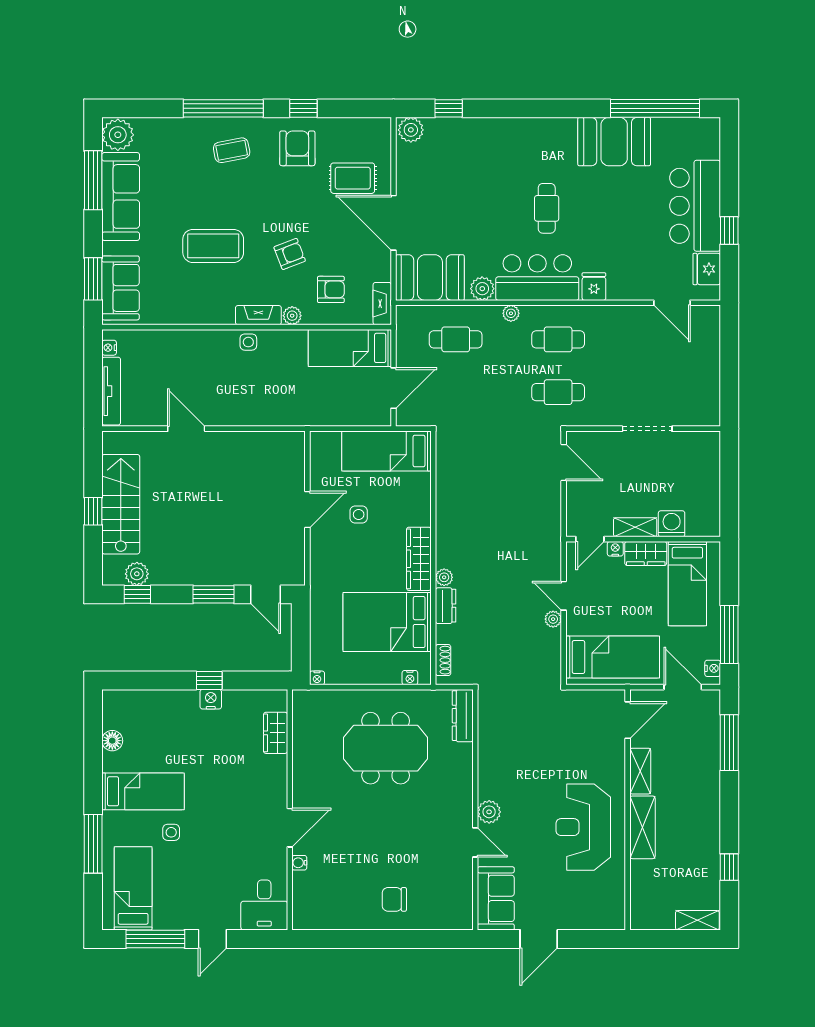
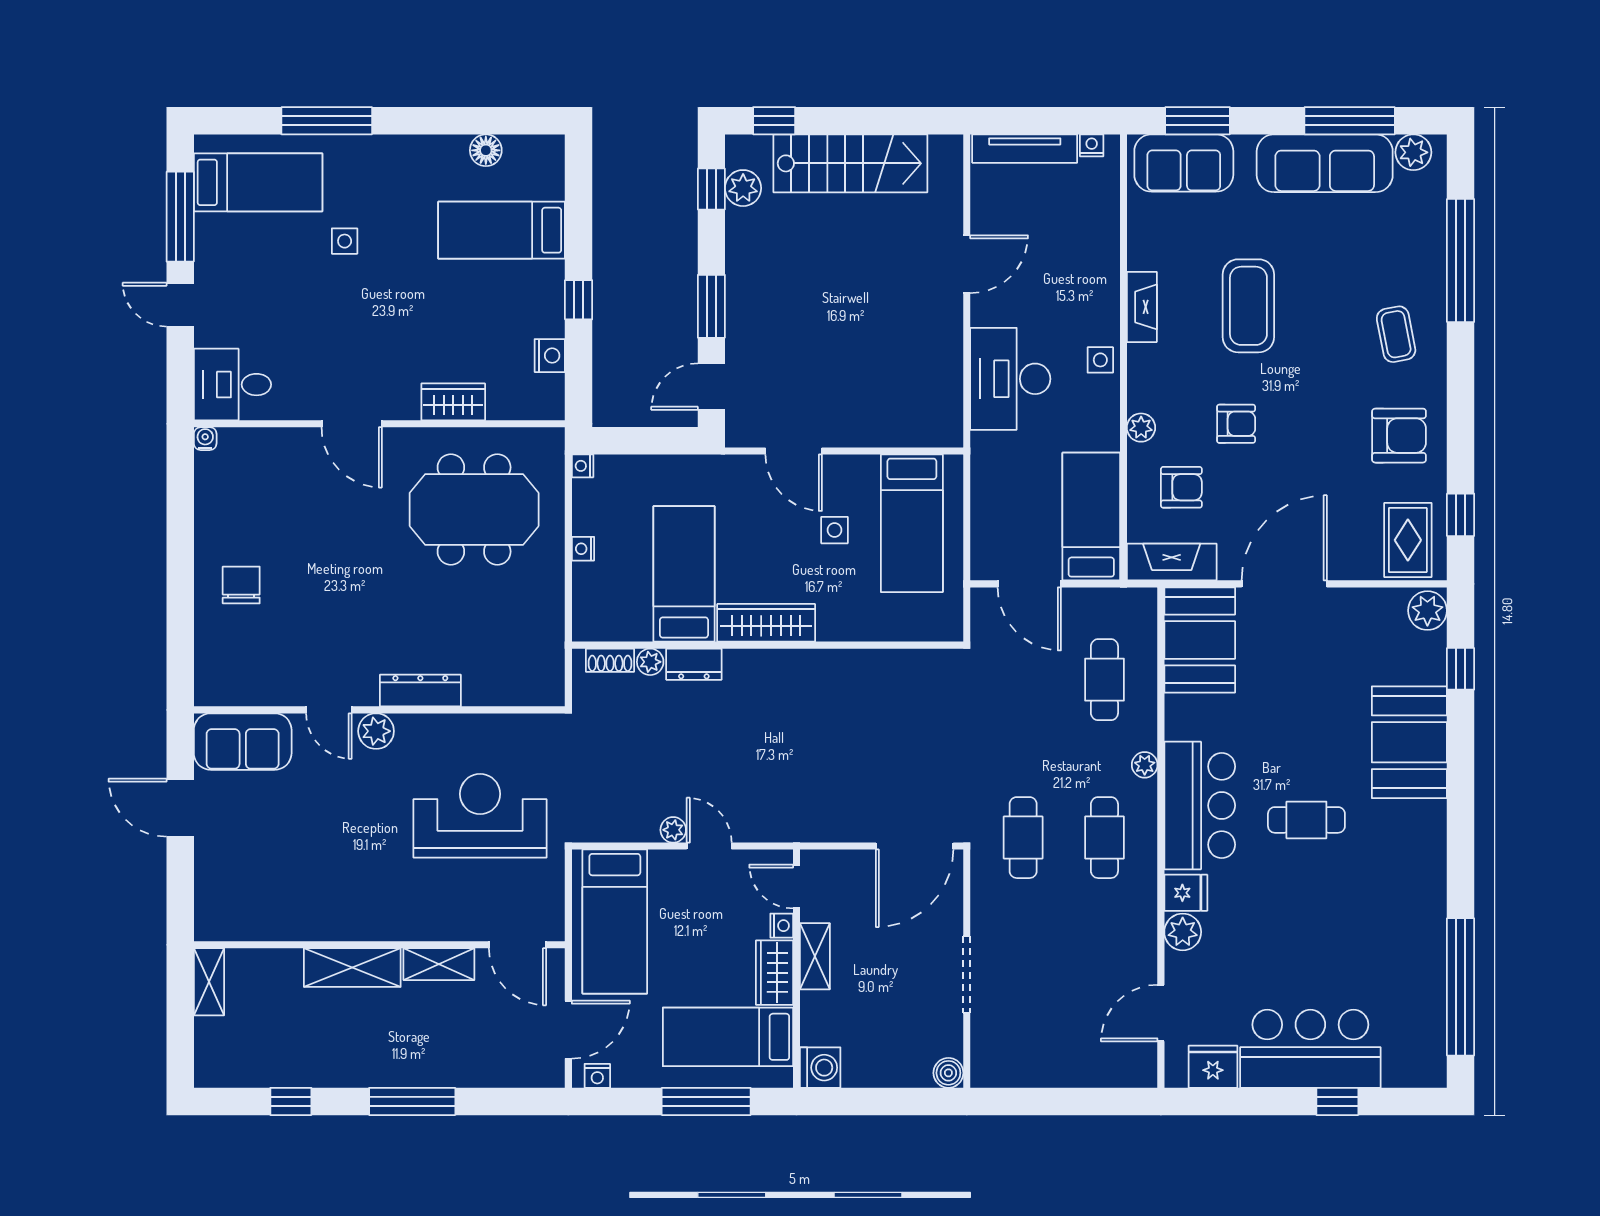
window: (223, 108) -> (1461, 260), moved
window: (303, 108) -> (1461, 515), moved
plant: (118, 135) -> (1413, 152), width x0.73, depth x0.73
booth: (614, 142) -> (1409, 742), moved
rug: (353, 178) -> (1408, 540), moved
window: (729, 231) -> (1337, 1101), moved
armchair: (290, 254) -> (1236, 424), turned -69
armchair: (331, 289) -> (1181, 487), turned -90
plant: (482, 289) -> (1183, 932), moved
fireplace: (382, 304) -> (1172, 562), width x1.37, depth x1.32
fireplace: (258, 315) -> (1142, 307), moved
desk: (261, 400) -> (1010, 379), added
boiler: (711, 441) -> (948, 1073), added
bed: (386, 451) -> (912, 523), moved, turned 180
door: (564, 463) -> (915, 846), width x1.36
door: (307, 509) -> (794, 451), moved
window: (93, 511) -> (774, 121), moved
washing machine: (672, 524) -> (820, 1068), moved
plant: (444, 577) -> (650, 662), moved
door: (564, 596) -> (709, 846), hinge flipped
bed: (387, 622) -> (684, 574), width x0.67
window: (729, 634) -> (706, 1101), moved
nightstand: (410, 678) -> (583, 549), moved
nightstand: (211, 699) -> (550, 356), moved
dresser: (463, 716) -> (420, 691), moved
wardrobe: (276, 733) -> (453, 402), moved
window: (729, 743) -> (412, 1101), moved
meeting table: (386, 748) -> (474, 509), moved, turned 90
bed: (143, 791) -> (502, 230), moved, turned 90
reception desk: (583, 827) -> (480, 816), moved
door: (475, 842) -> (329, 710), hinge flipped
water cooler: (299, 863) -> (205, 439), moved
shelving: (697, 920) -> (209, 982), moved

